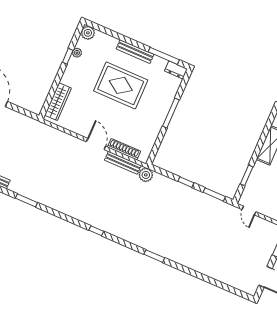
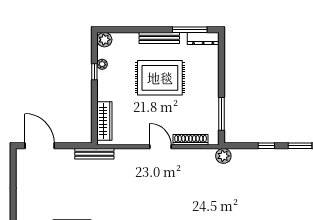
dresser: (176, 70) -> (203, 38), width x1.44
window: (171, 113) -> (222, 114), moved
bench: (123, 163) -> (94, 154), moved

